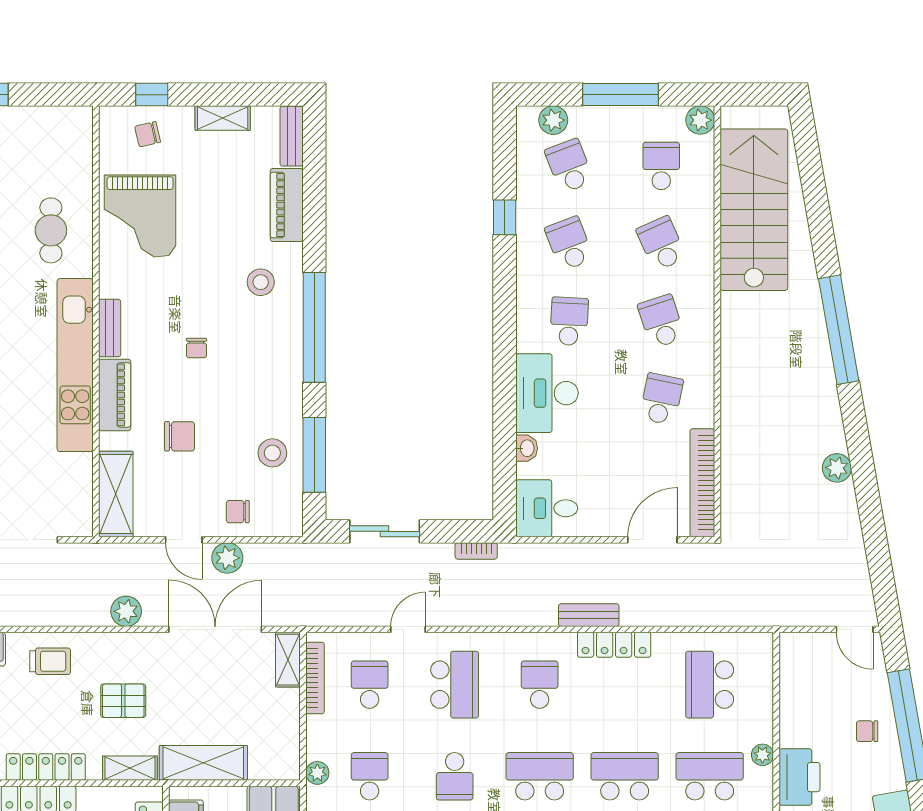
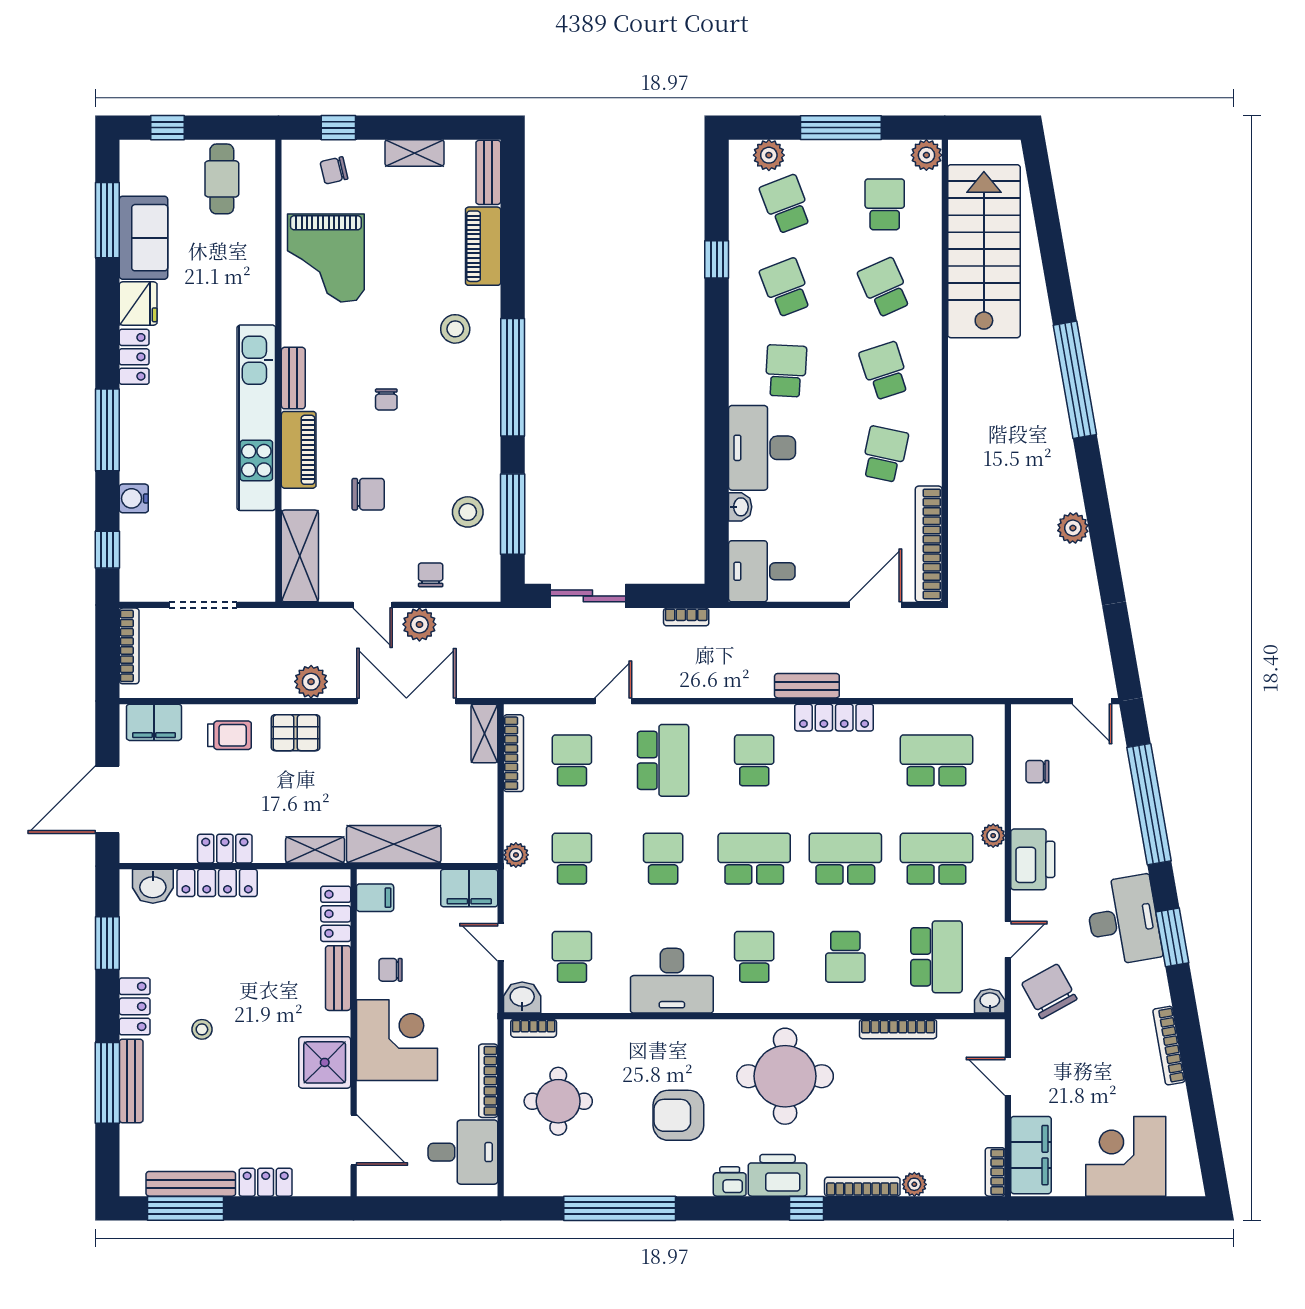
cafe table: (51, 230) -> (222, 179), moved
chair: (238, 512) -> (431, 575), turned 90
school desk: (710, 685) -> (936, 760), turned 90
pallet: (123, 701) -> (296, 733), moved
chair: (867, 731) -> (1037, 772), moved
locker: (46, 767) -> (225, 849), width x0.66
school desk: (455, 776) -> (663, 859), turned 180

